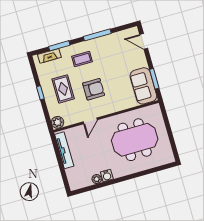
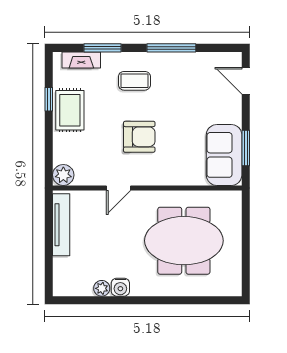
rug: (63, 89) -> (70, 110), moved
window: (40, 93) -> (49, 99), moved

